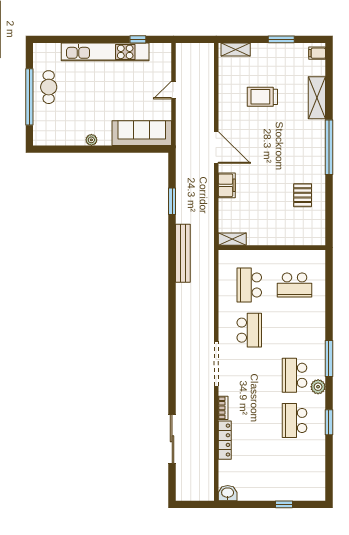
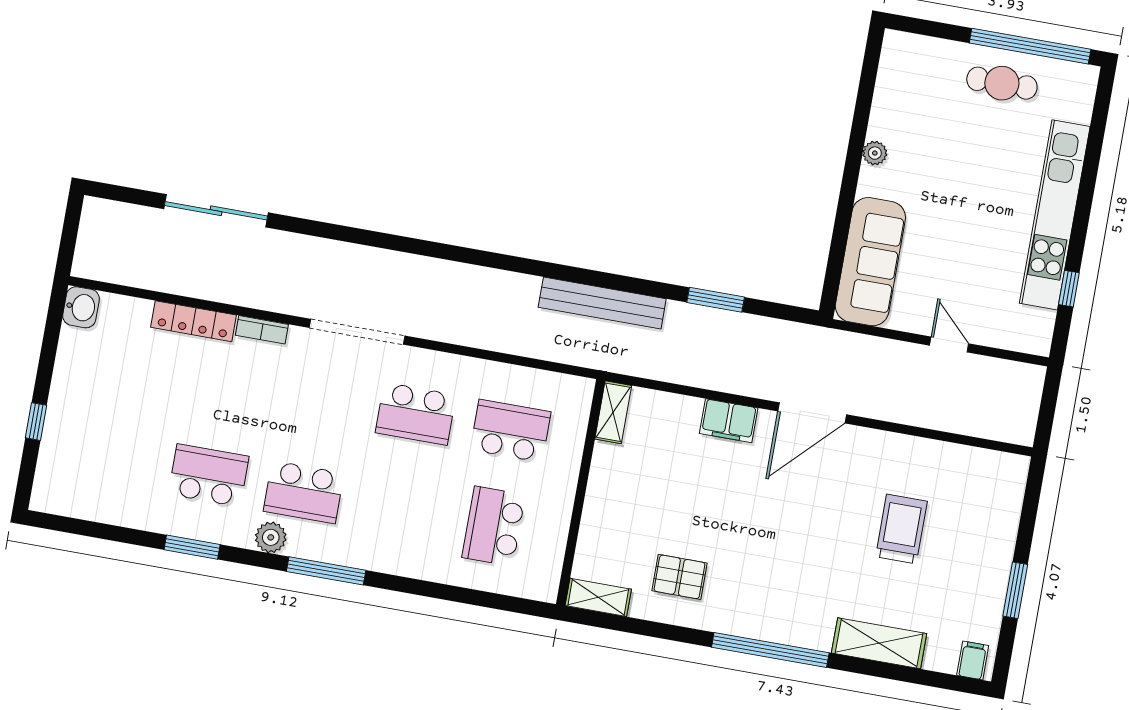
shelving: (236, 49) -> (598, 597), moved, turned 90
window: (29, 97) -> (1030, 46), moved
school desk: (295, 375) -> (304, 492), turned 180

